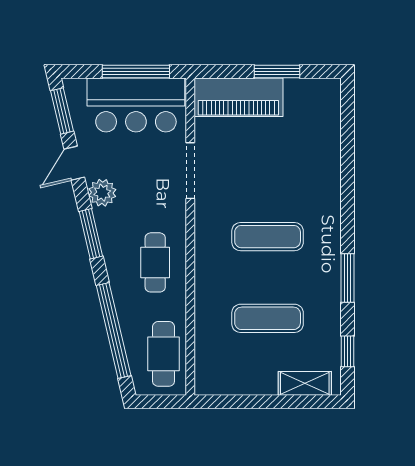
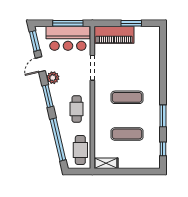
shelving: (305, 383) -> (106, 163), moved

